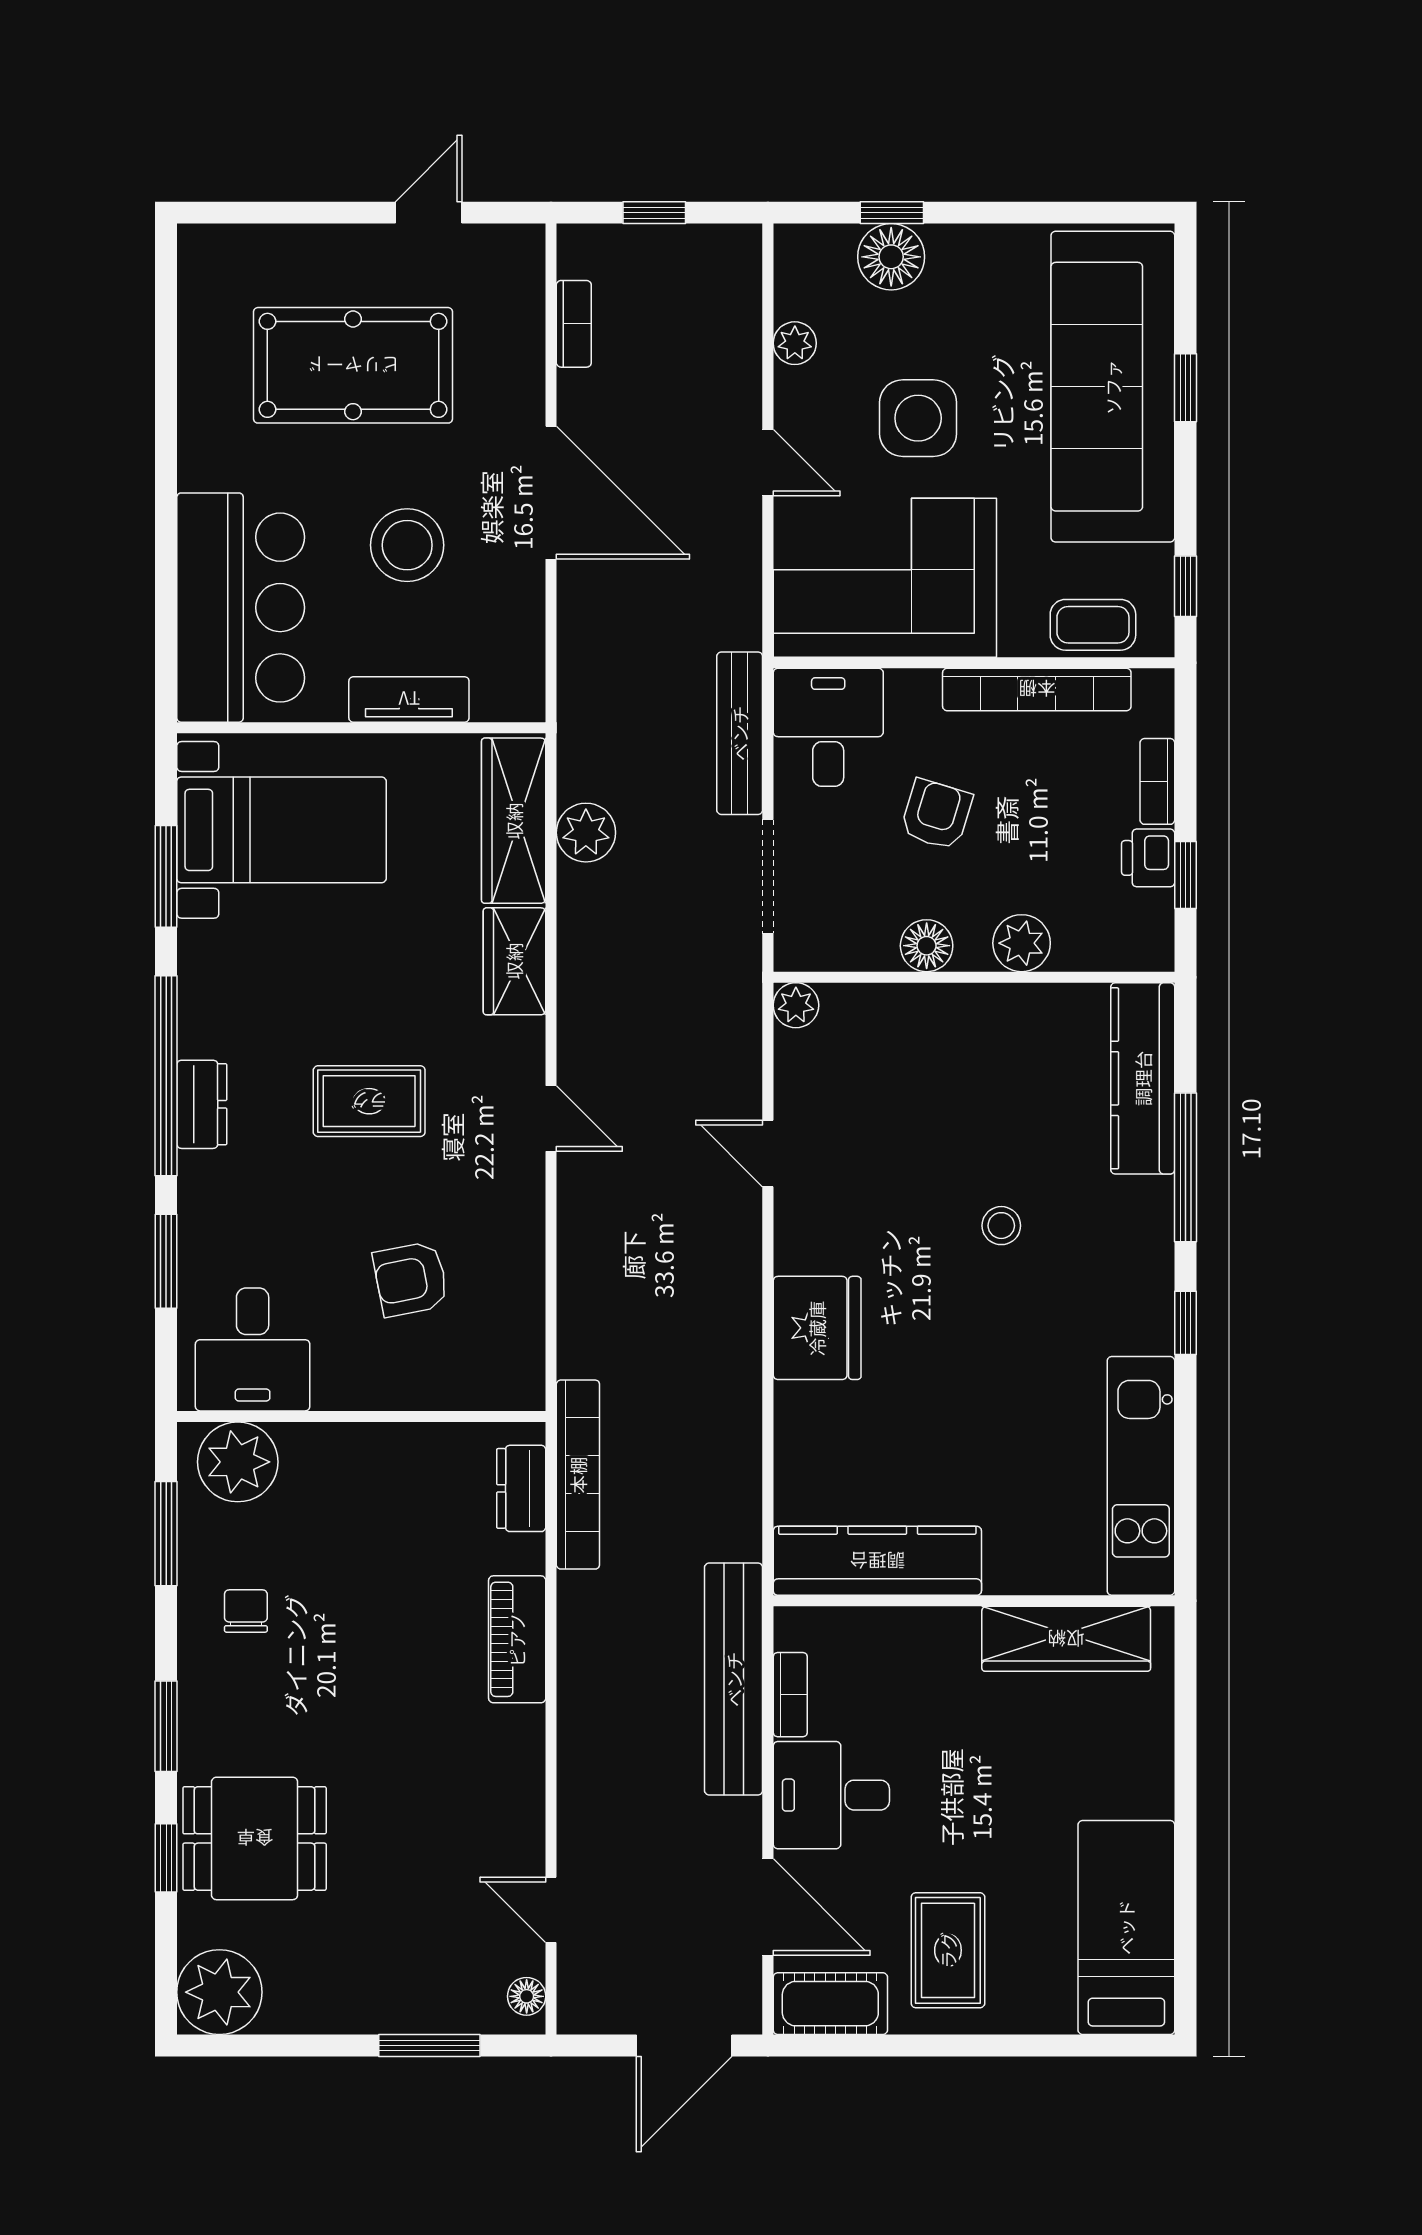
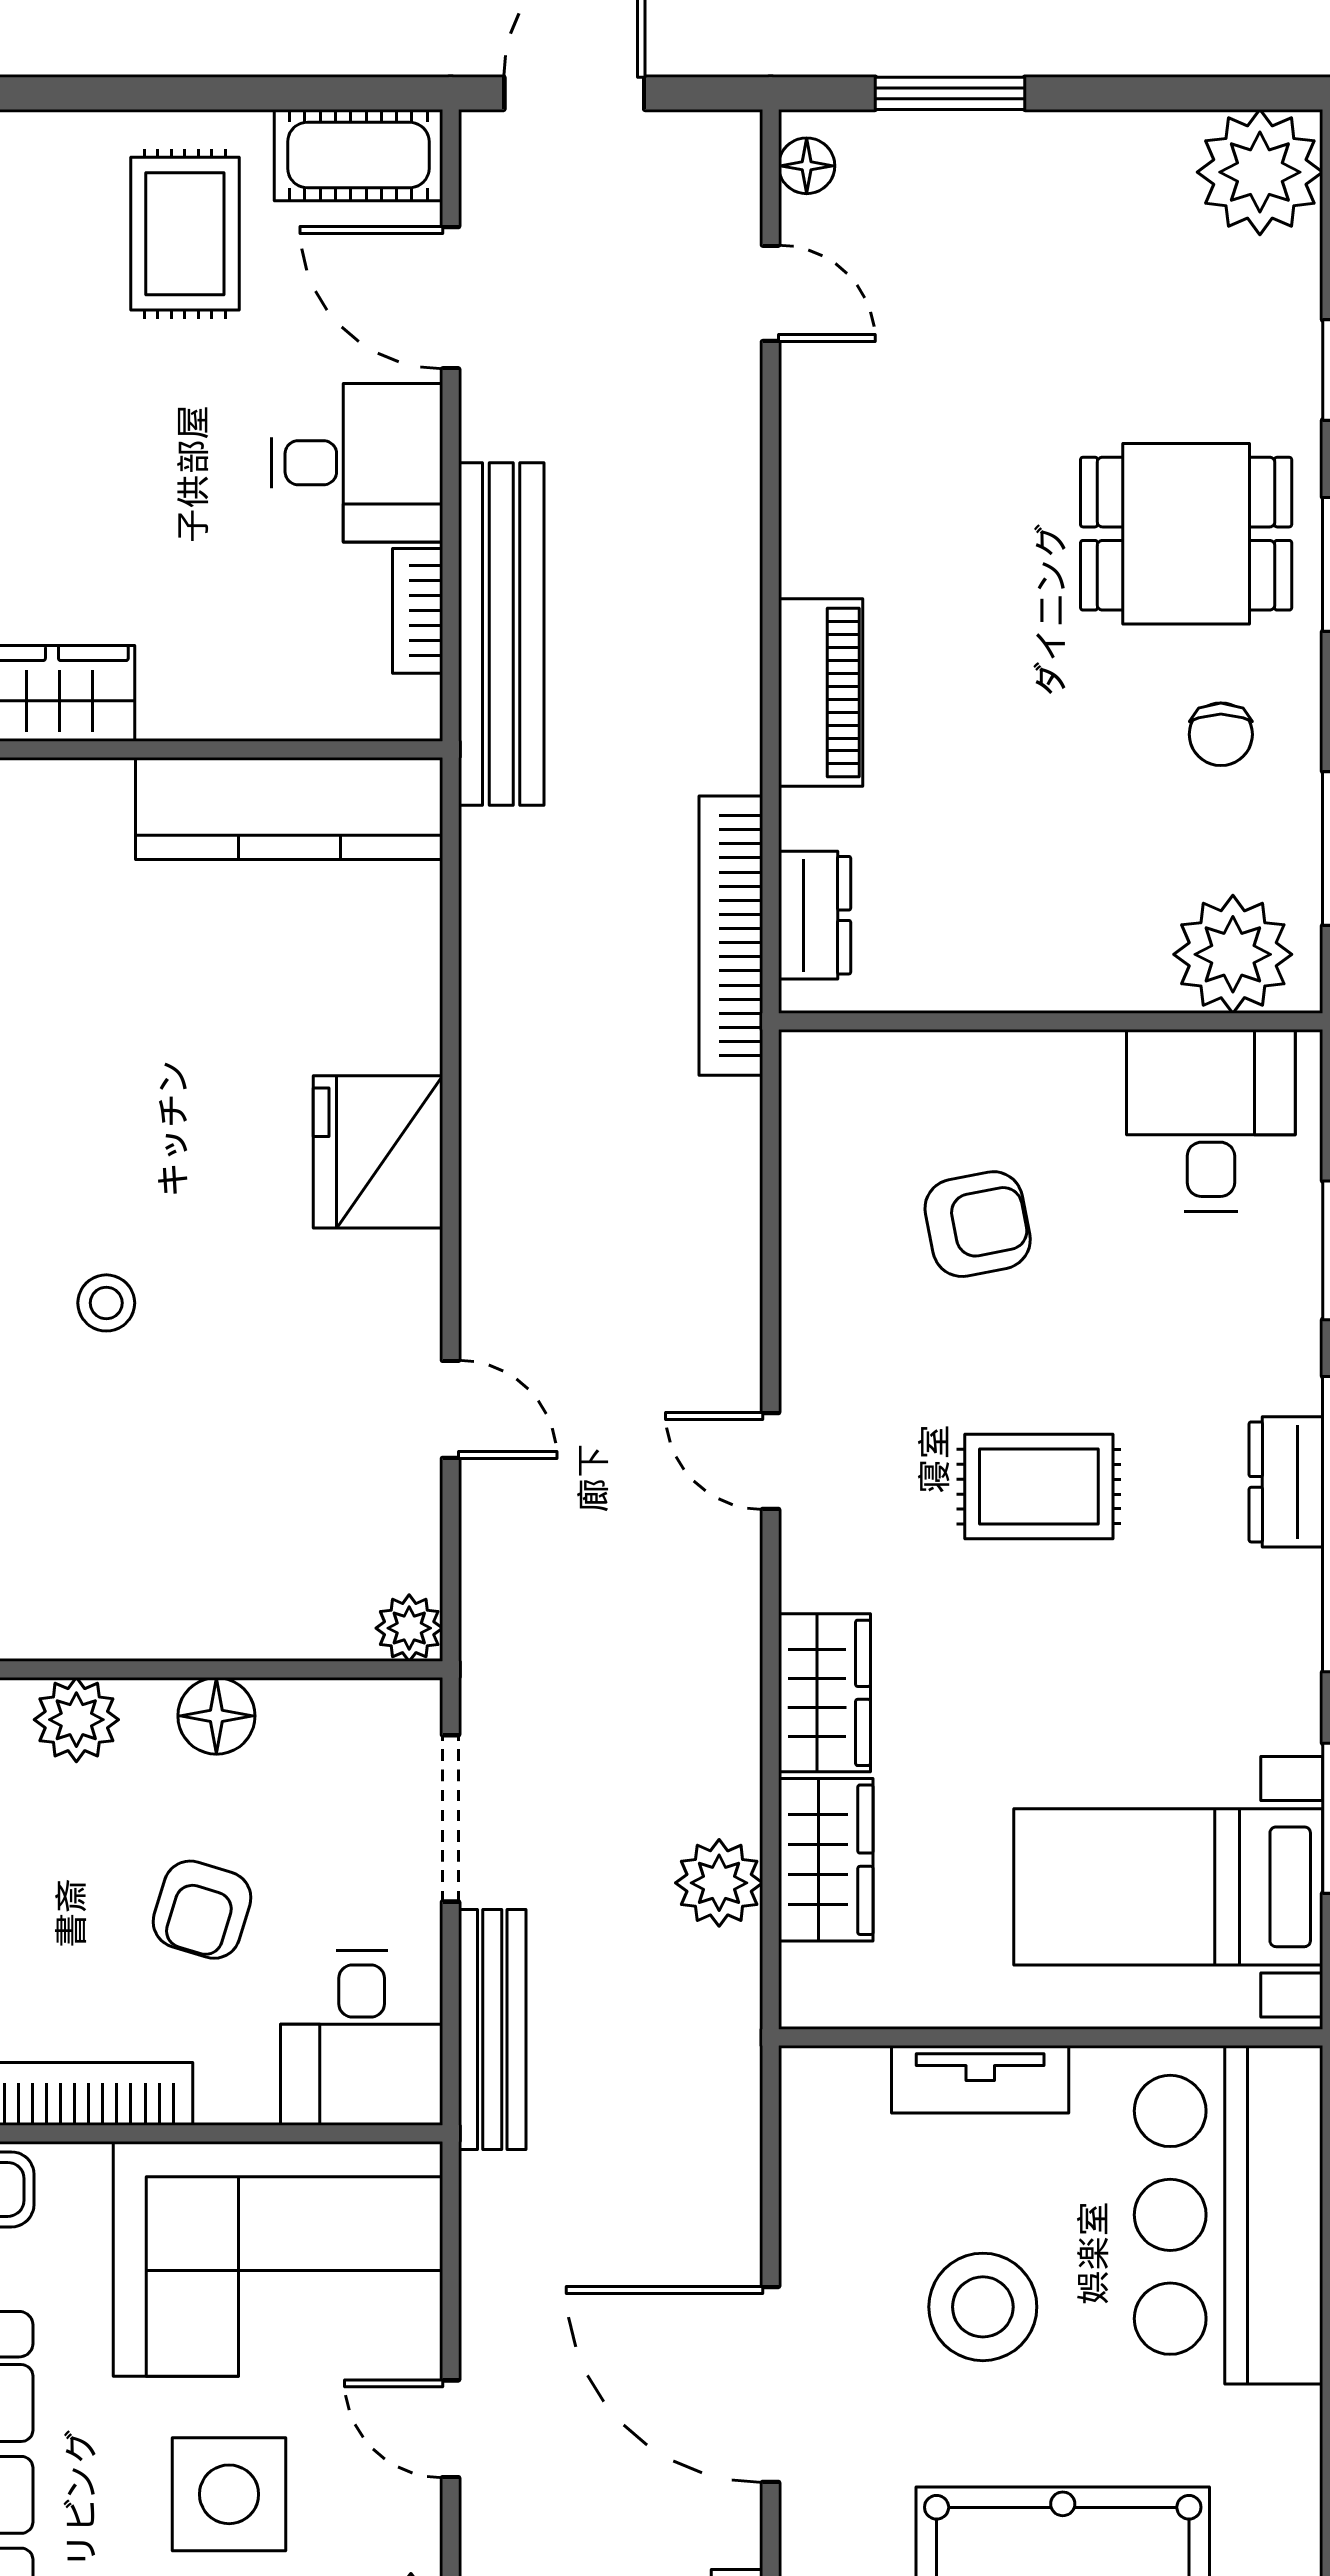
wardrobe: (514, 821) -> (826, 1860), width x0.67
dining table: (255, 1838) -> (1186, 534), moved

